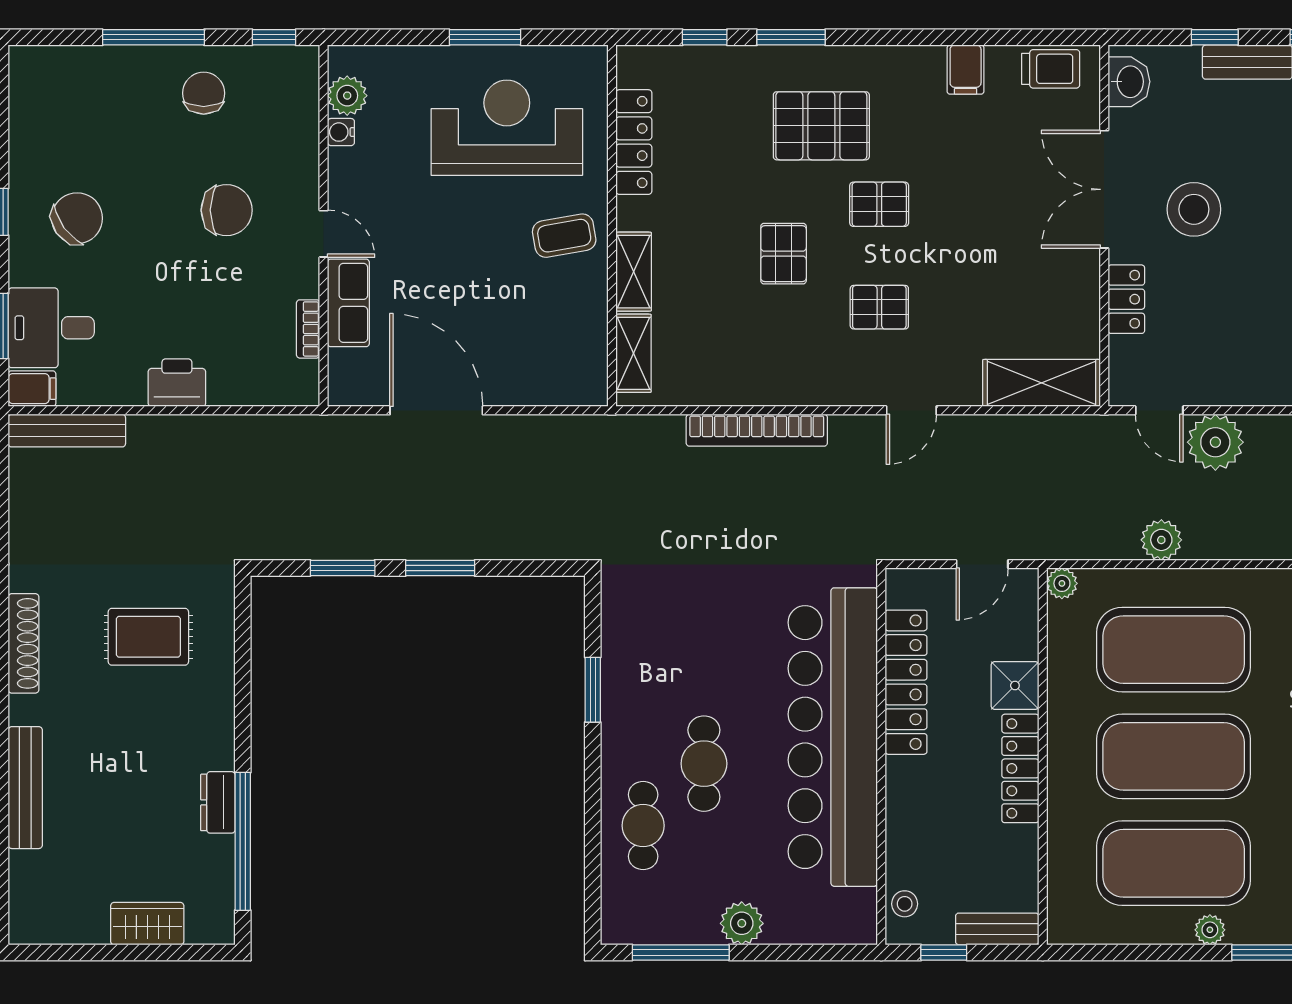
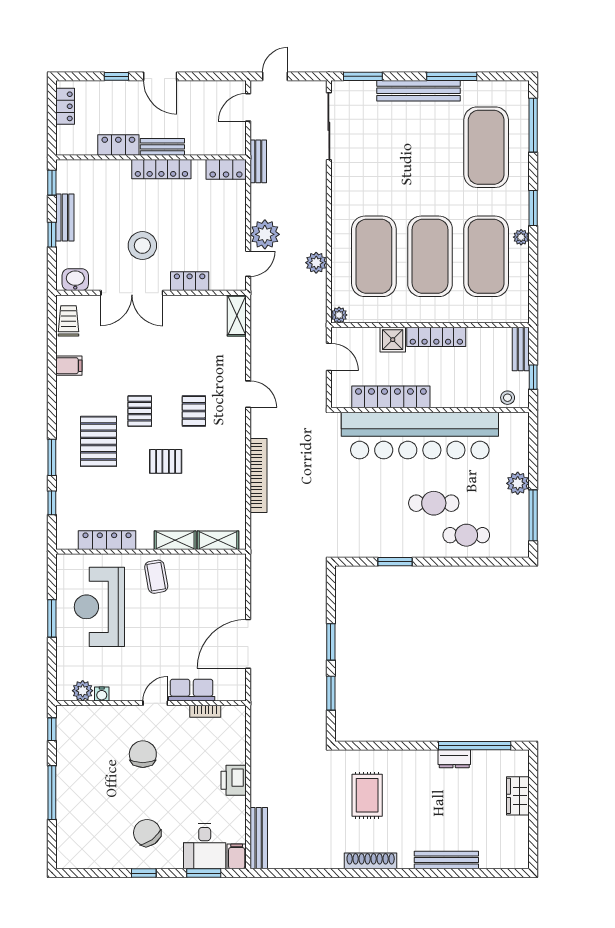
chair: (204, 93) -> (81, 766), removed
shelving: (1041, 383) -> (237, 315), width x0.67, depth x0.75

